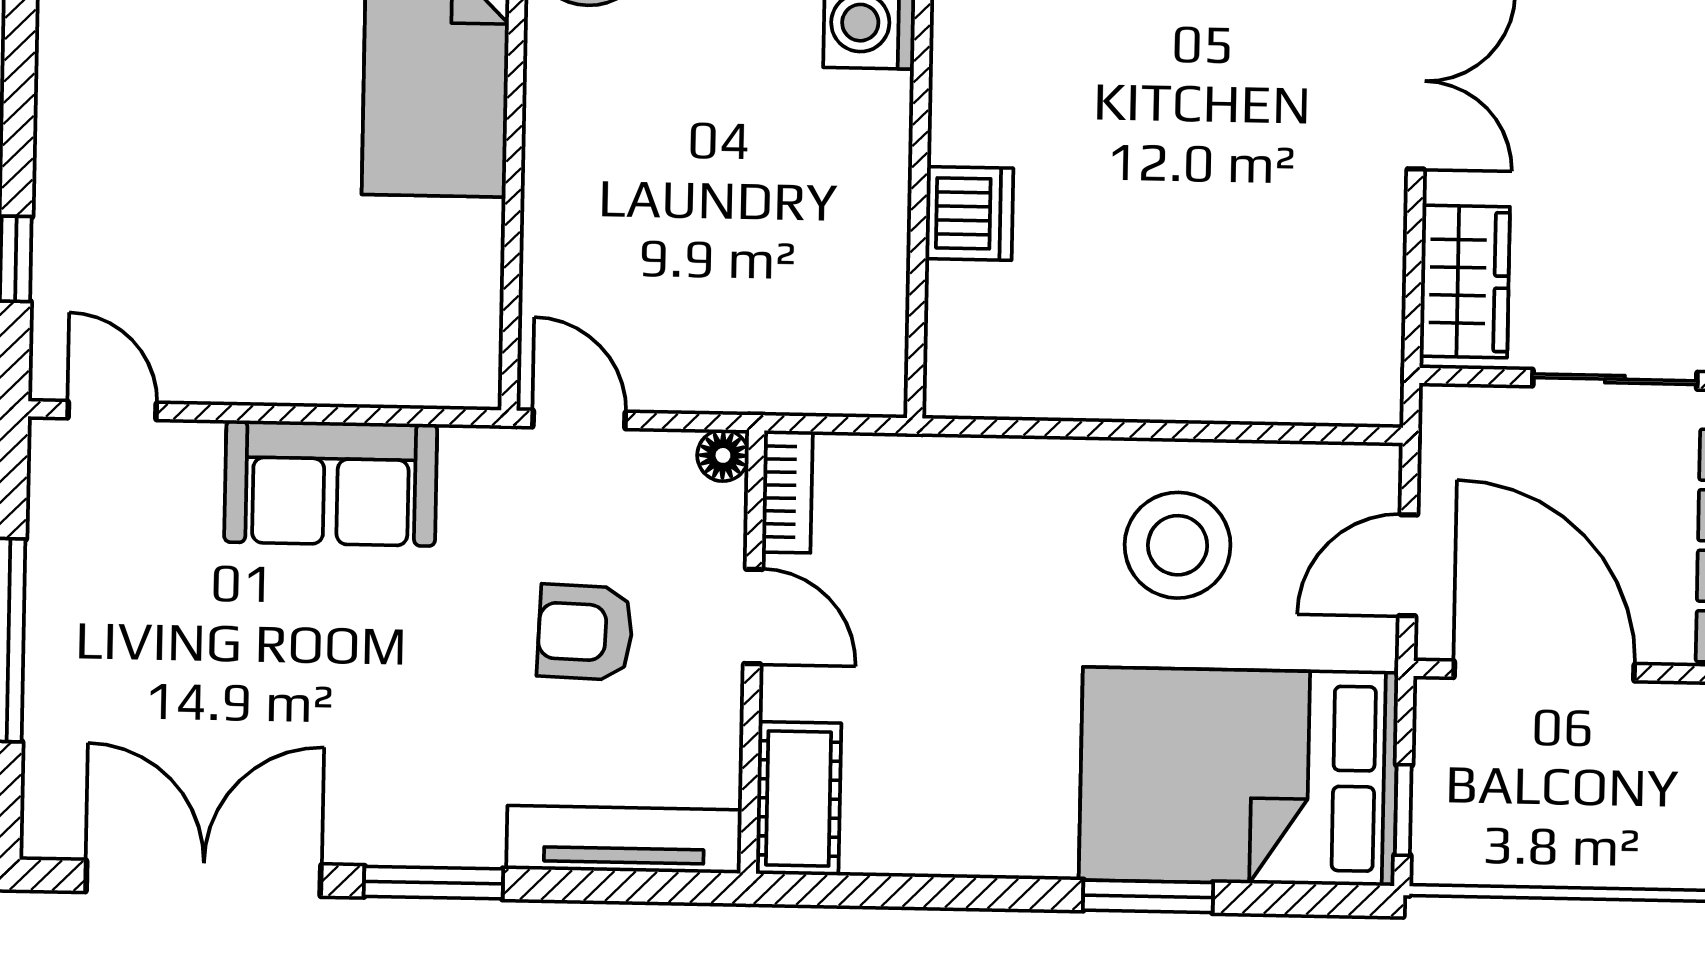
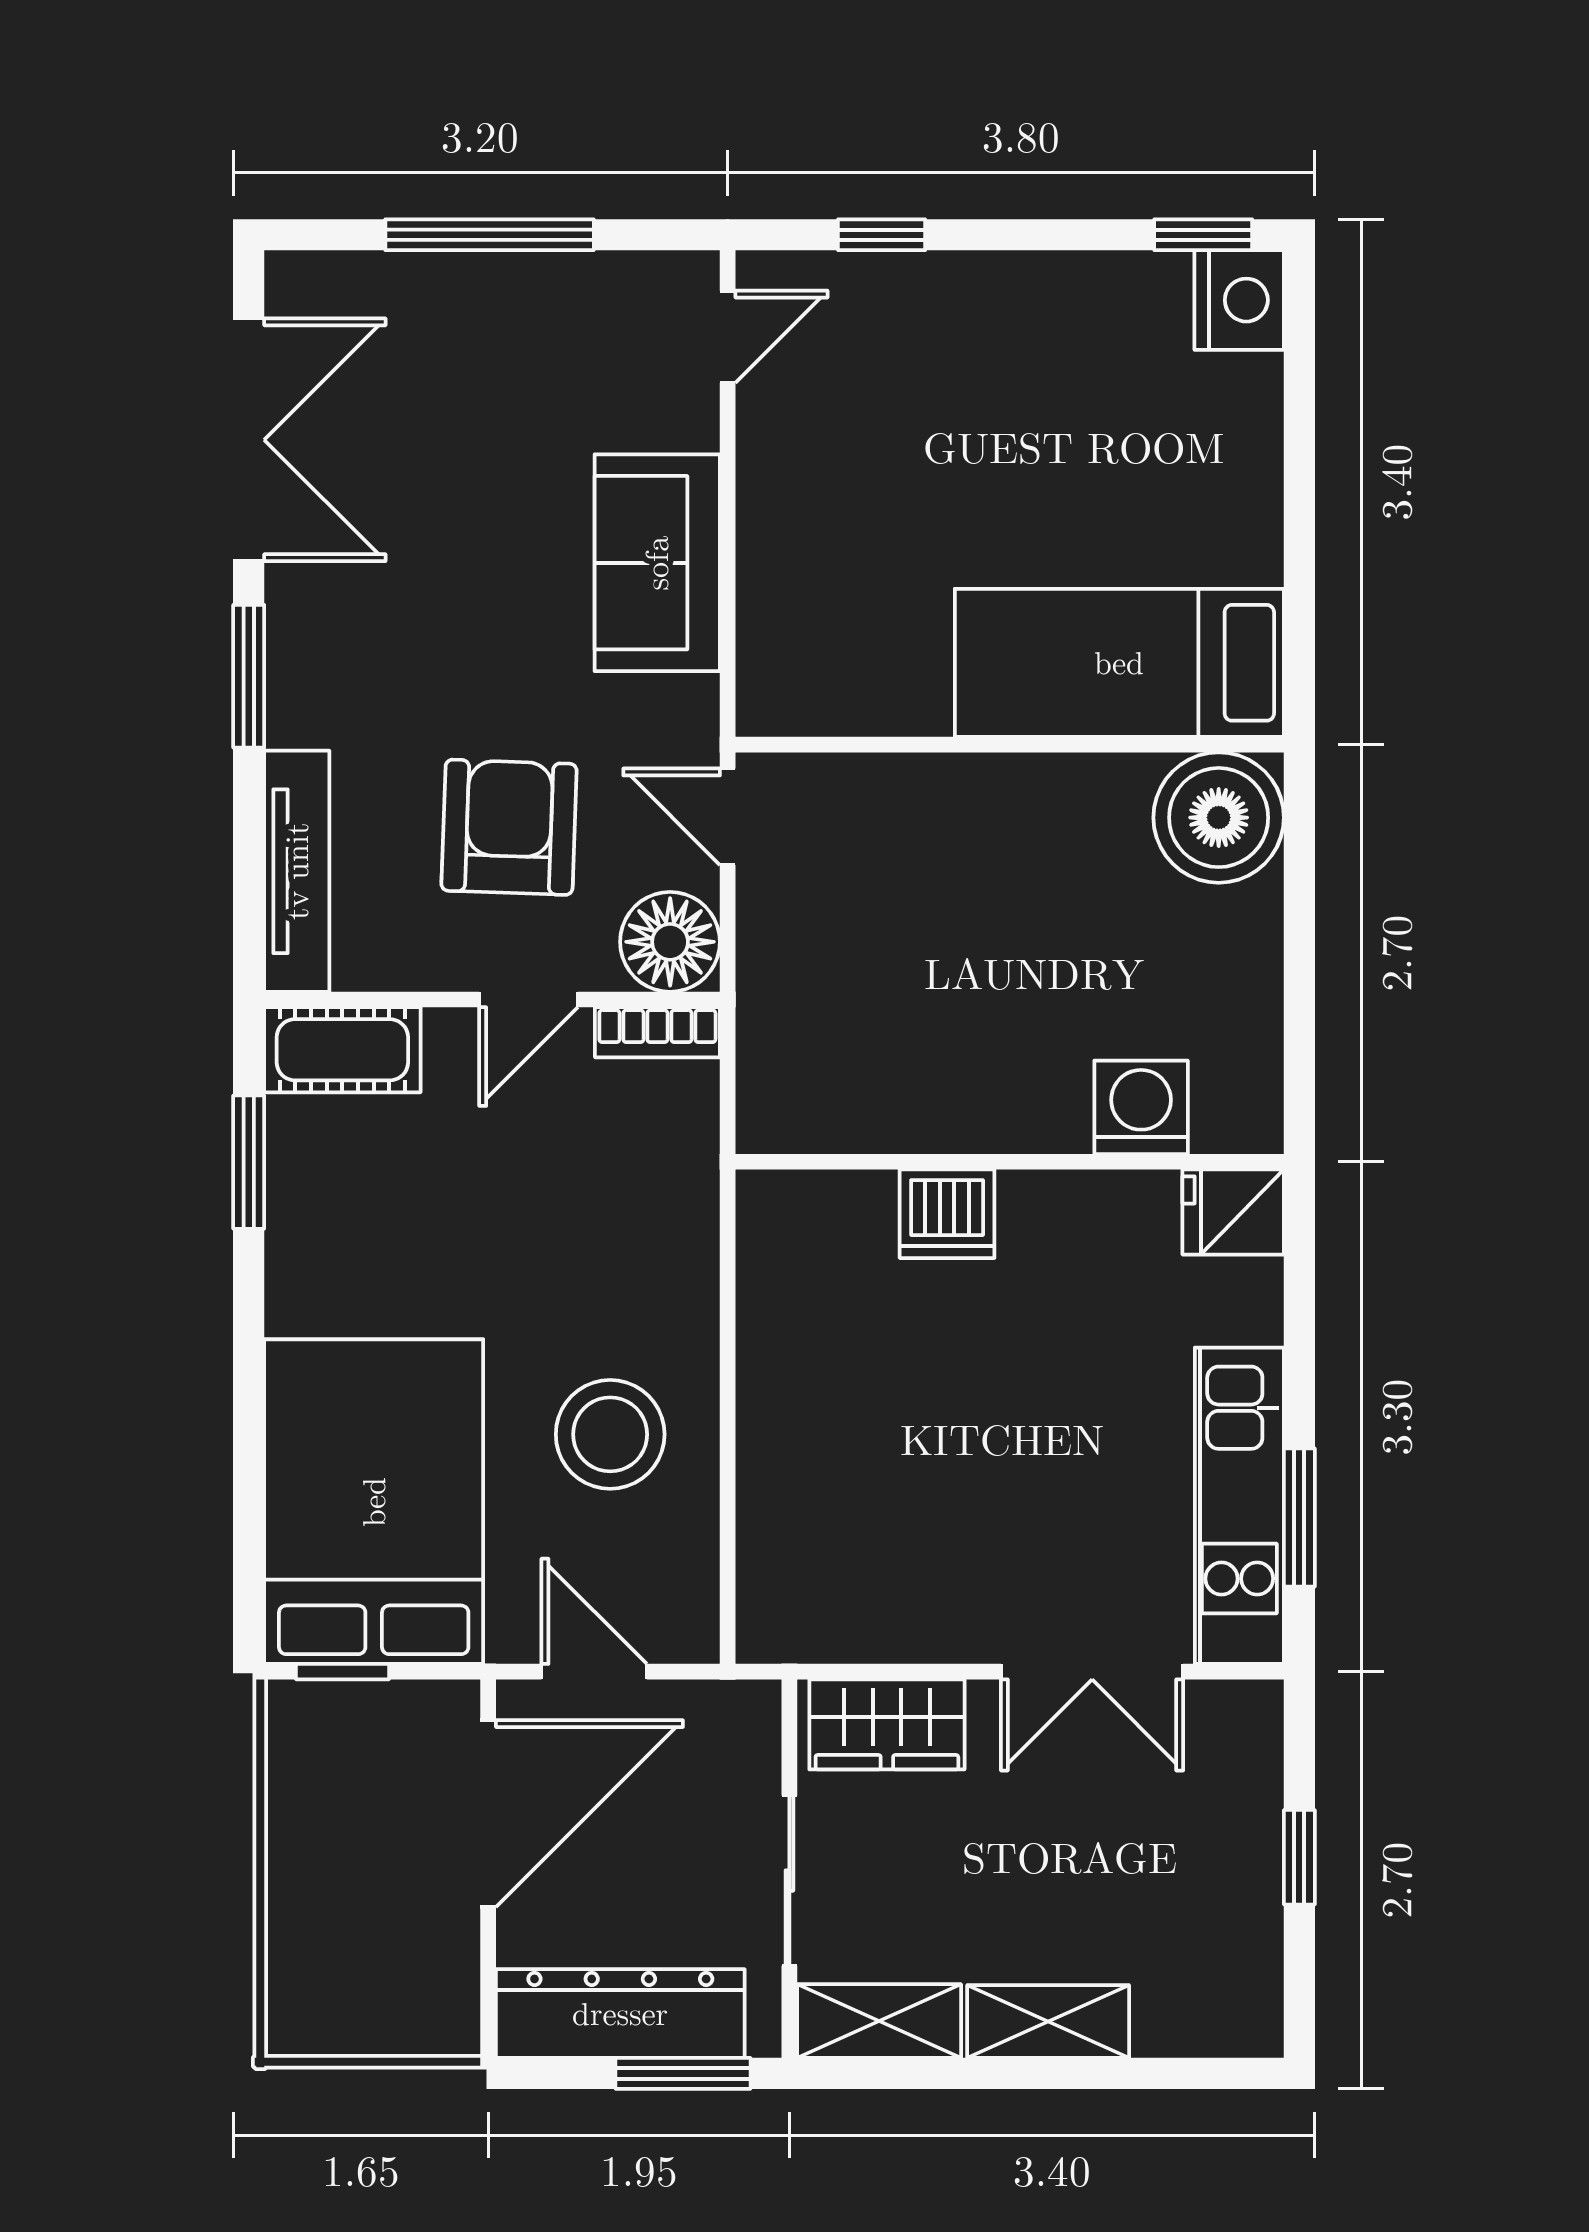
door: (579, 419) -> (728, 817), swing flipped
floor lamp: (723, 455) -> (670, 942), width x1.89, depth x1.89
armchair: (585, 632) -> (509, 827), width x1.38, depth x1.38
window: (1148, 896) -> (249, 1162), moved

